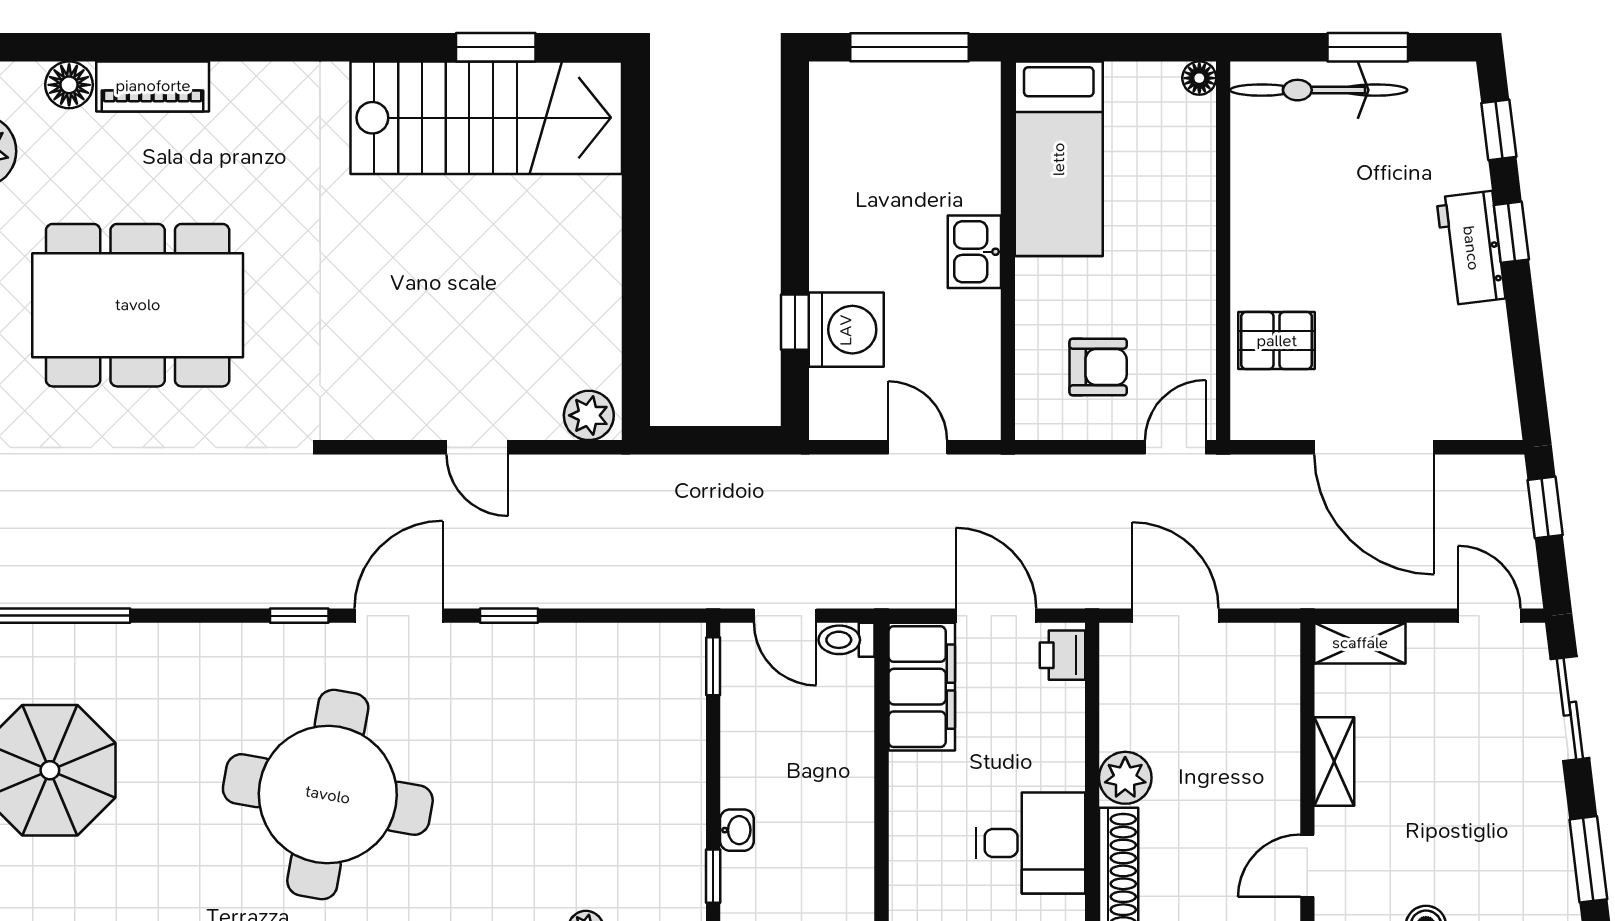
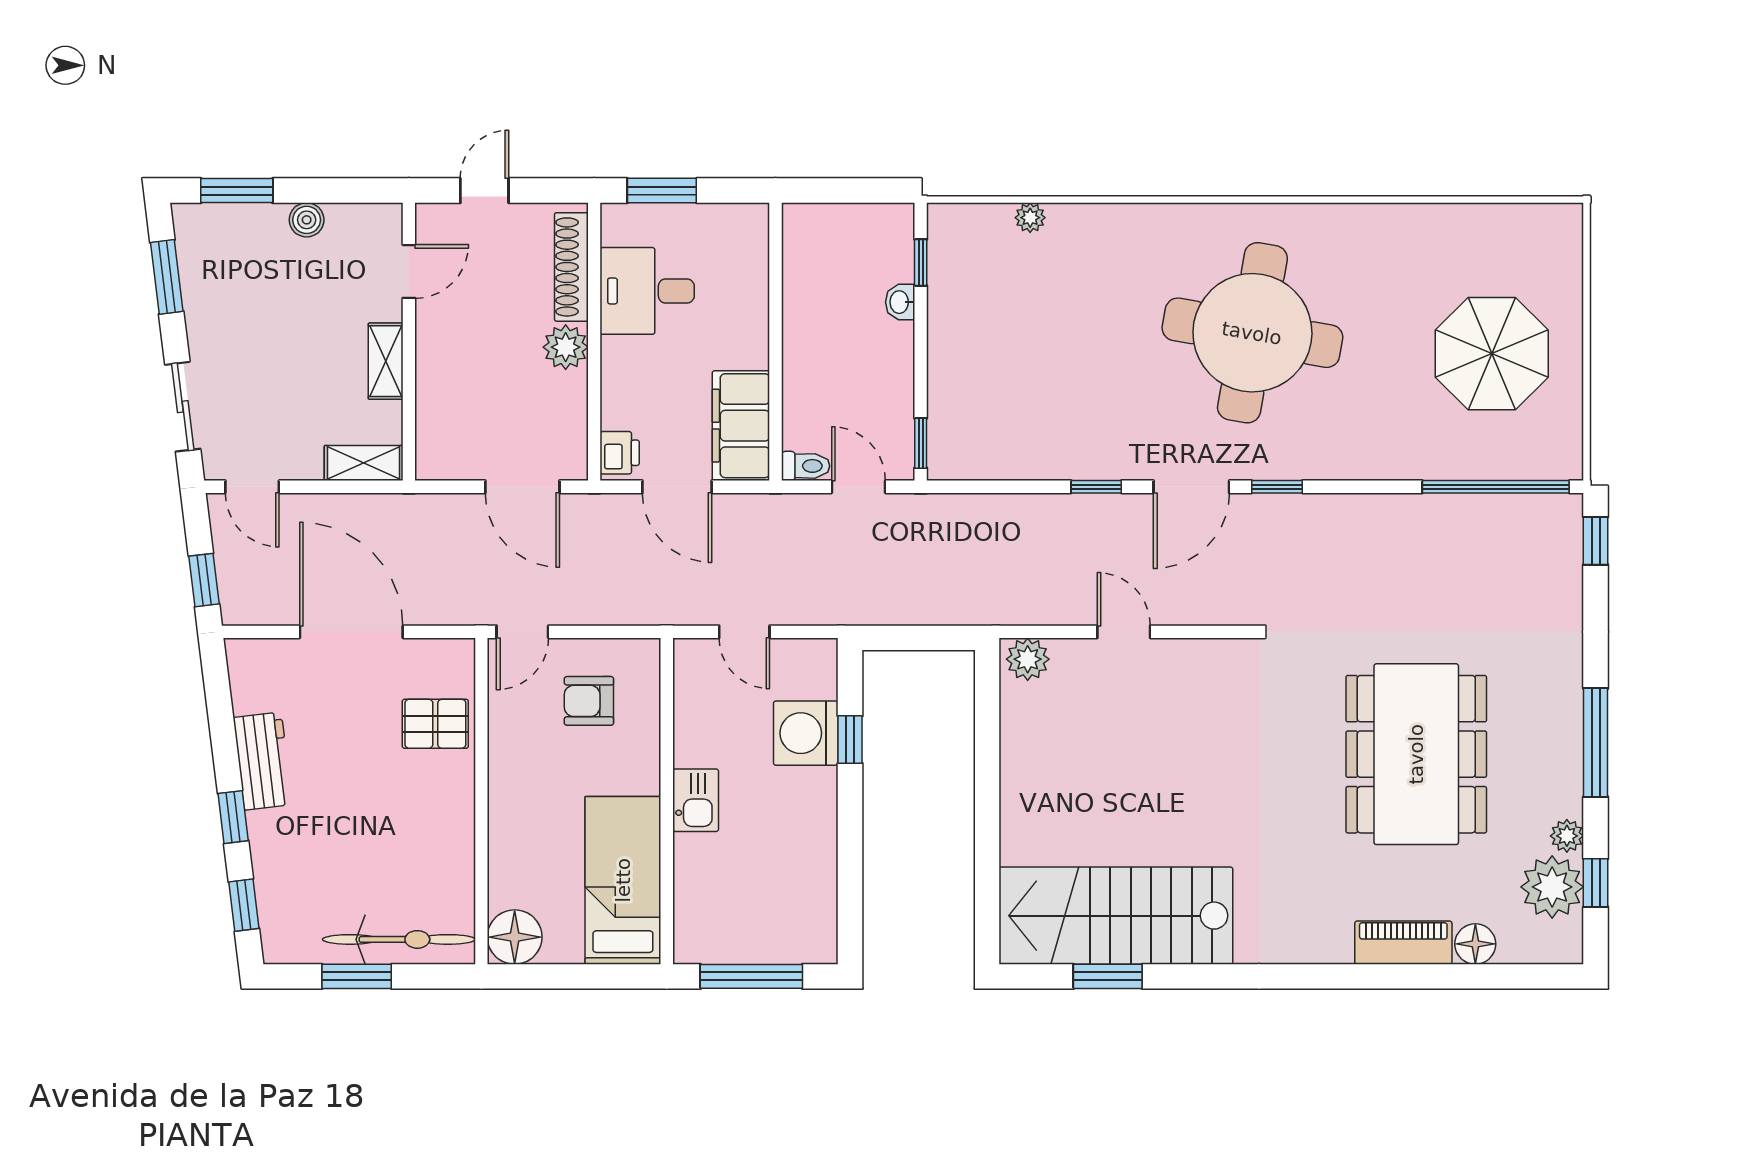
floor lamp: (1199, 78) -> (515, 937), width x1.89, depth x1.89
workbench: (1471, 248) -> (263, 761), moved
dining table: (138, 305) -> (1416, 754), turned 90

